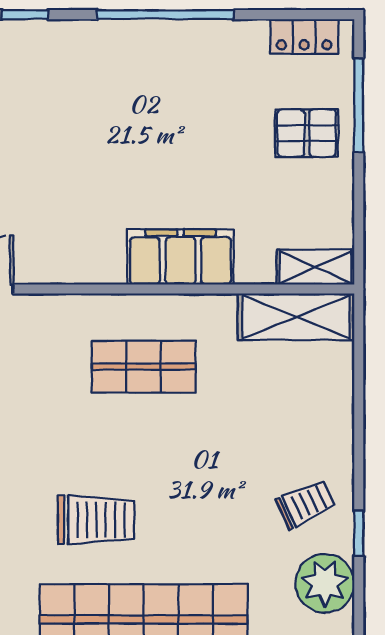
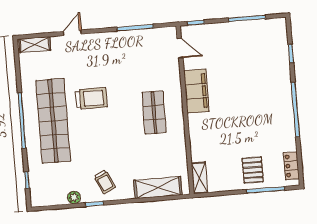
filing cabinet: (181, 257) -> (196, 91), moved
shelving: (296, 317) -> (158, 188), moved, turned 90
trolley: (96, 520) -> (91, 98), turned -90
plant: (325, 583) -> (74, 197), width x0.53, depth x0.53

